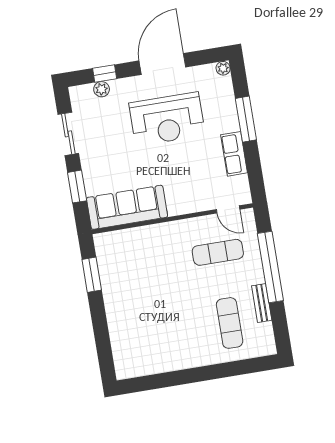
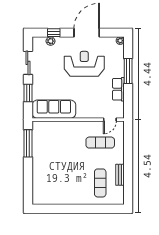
reception desk: (167, 119) -> (84, 64), turned 180
door: (228, 209) -> (110, 120), hinge flipped
window: (270, 267) -> (128, 156), removed
window: (92, 275) -> (28, 143), width x1.44

